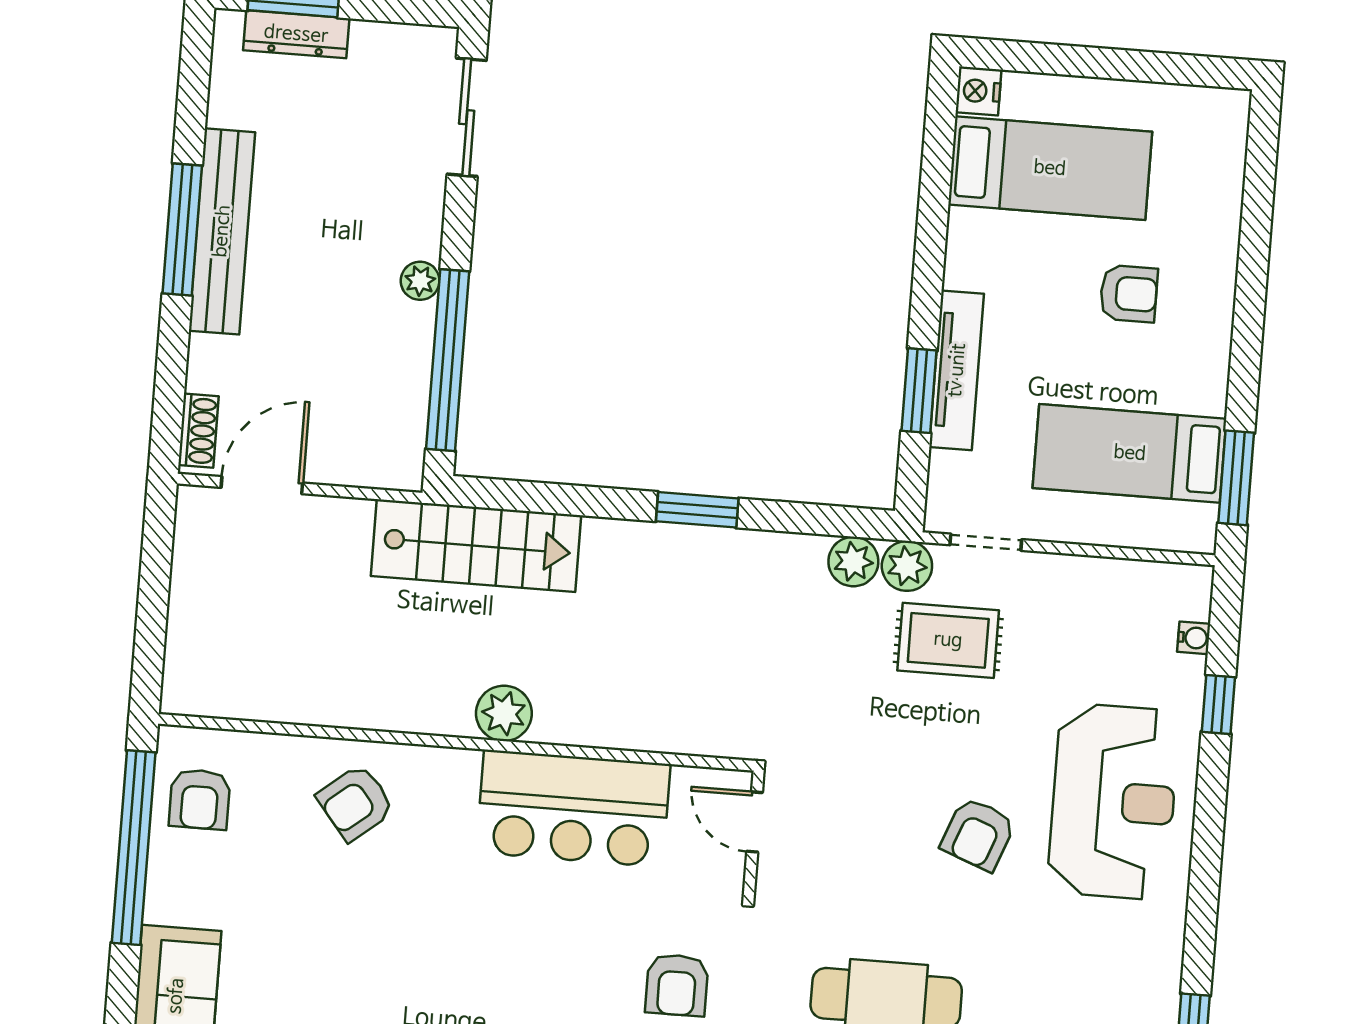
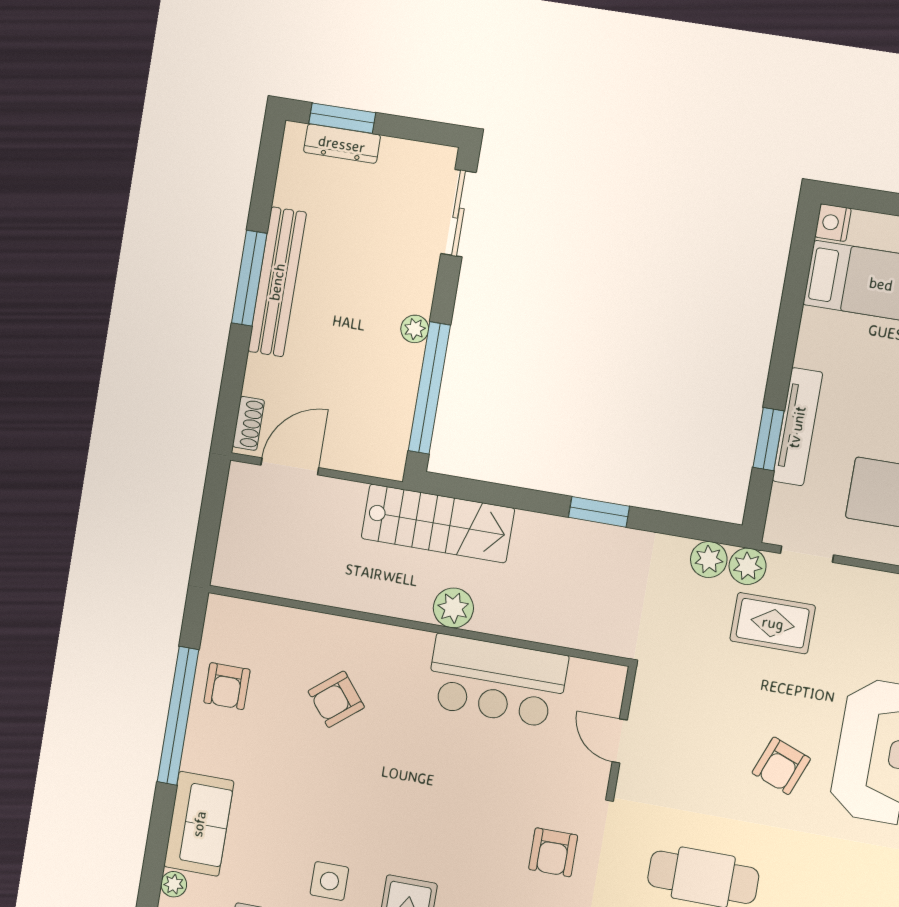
plant: (504, 713) -> (453, 608), moved
wall: (456, 742) -> (418, 626), moved
bar counter: (573, 808) -> (497, 681), moved

